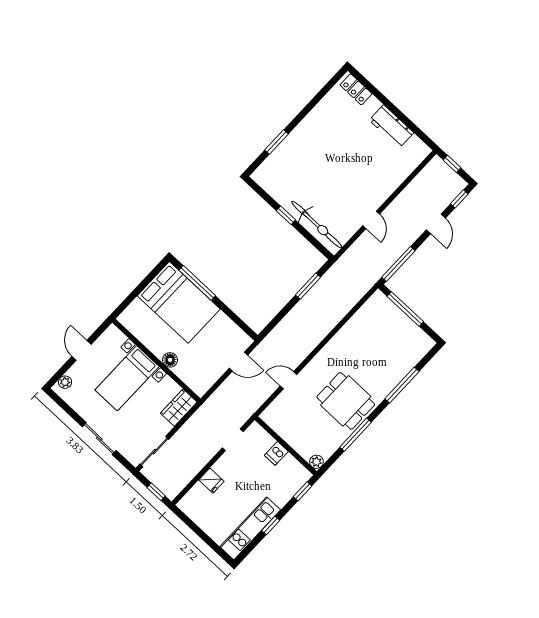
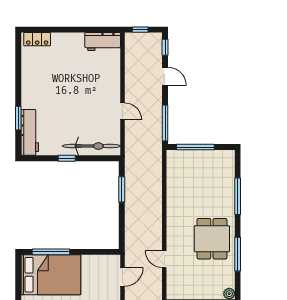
workbench: (391, 126) -> (103, 42), moved
workbench: (275, 163) -> (30, 132), added
door: (288, 380) -> (164, 259), hinge flipped
dining table: (346, 401) -> (212, 239), turned 90

